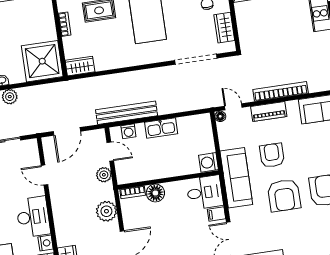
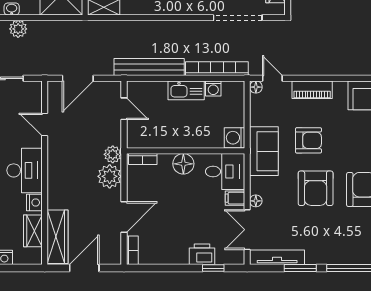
bookcase: (281, 91) -> (217, 69), moved
washing machine: (128, 131) -> (213, 89), moved
armchair: (272, 155) -> (308, 140), turned 90
plant: (104, 175) -> (113, 154), moved
sofa: (236, 178) -> (264, 151), width x0.73
floor lamp: (155, 193) -> (183, 164), moved
floor lamp: (235, 214) -> (256, 201), added

